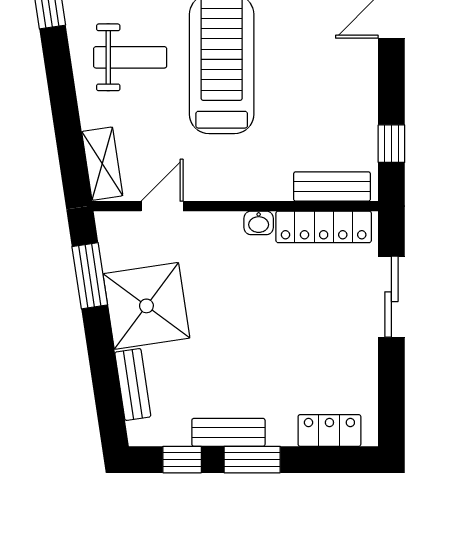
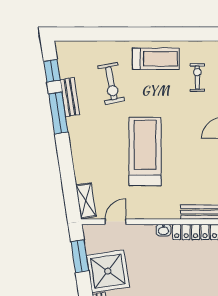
weight bench: (130, 57) -> (100, 148), removed

